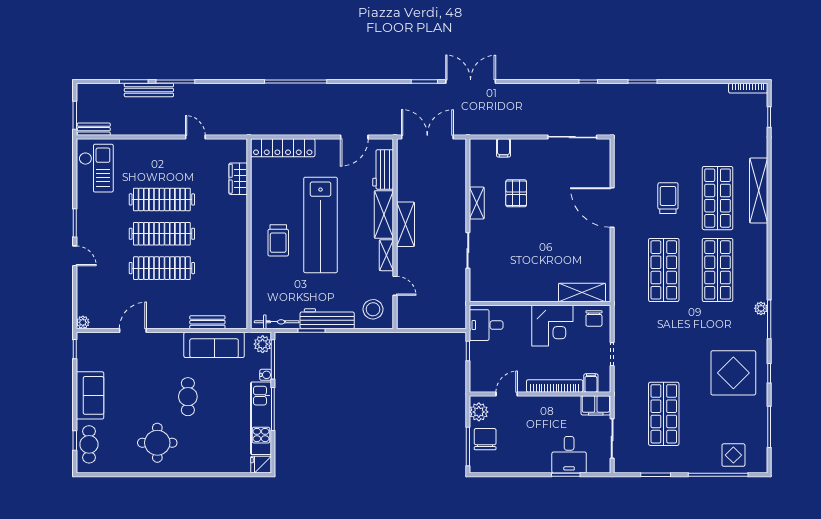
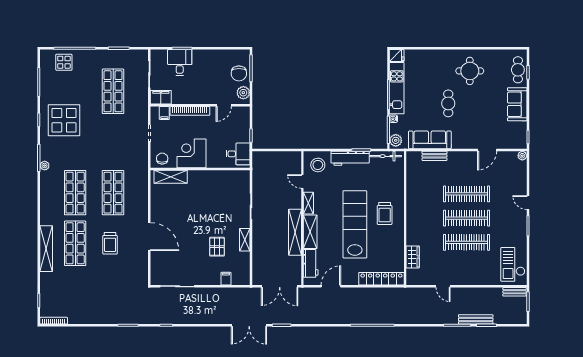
shelving: (405, 224) -> (295, 232), width x1.47
trolley: (278, 240) -> (385, 213), turned 180

